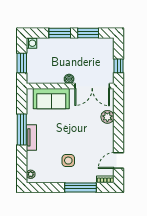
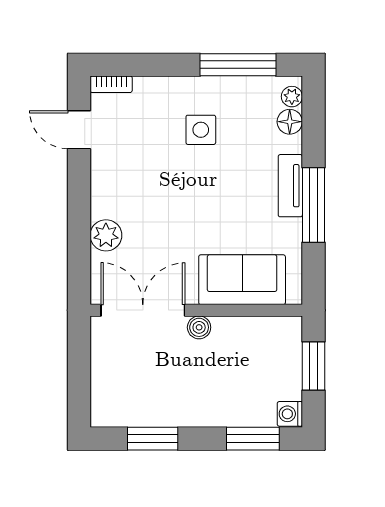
window: (60, 33) -> (253, 439), moved
window: (119, 66) -> (79, 359), removed
door: (119, 161) -> (79, 130), swing flipped
floor lamp: (32, 164) -> (290, 122), added
window: (81, 187) -> (238, 65), moved

